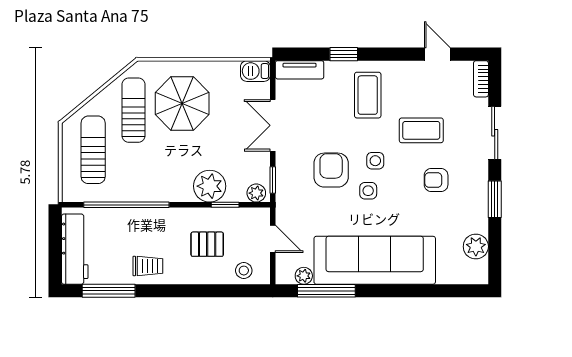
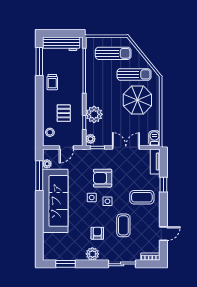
armchair: (331, 170) -> (103, 178), turned 180
window: (495, 199) -> (65, 264), moved
plant: (476, 247) -> (92, 254), moved

